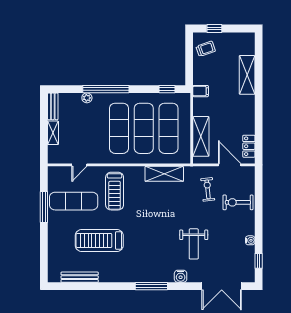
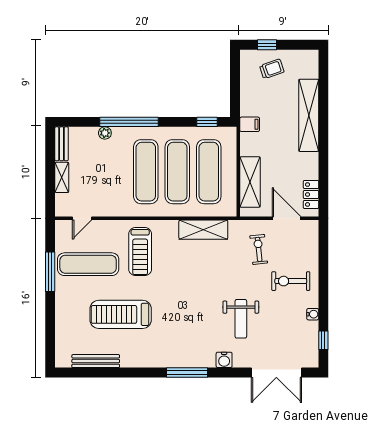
trolley: (206, 49) -> (272, 69), moved
shelving: (247, 75) -> (309, 115), width x1.47
door: (79, 165) -> (82, 218), moved
exercise bike: (238, 202) -> (291, 281), moved

